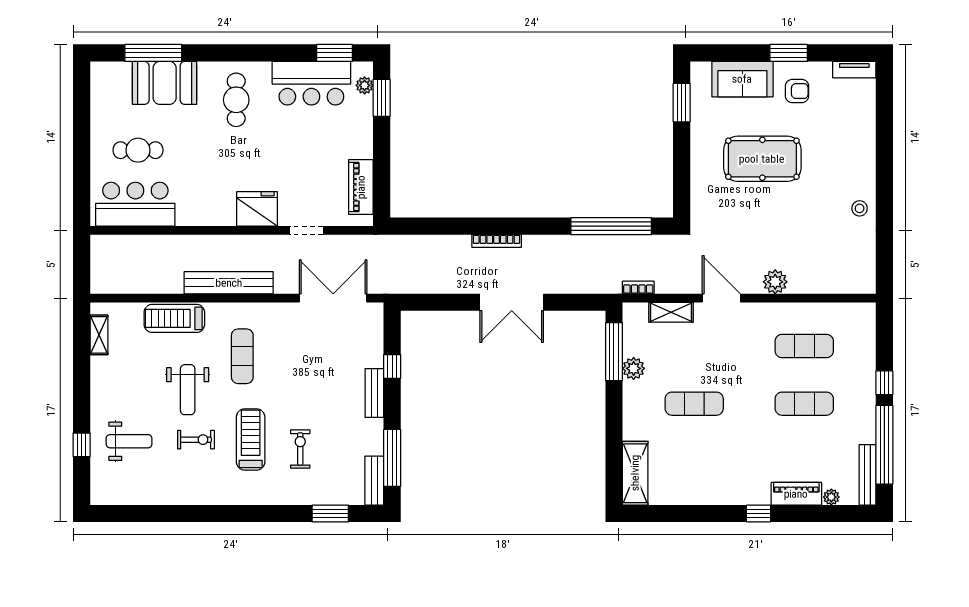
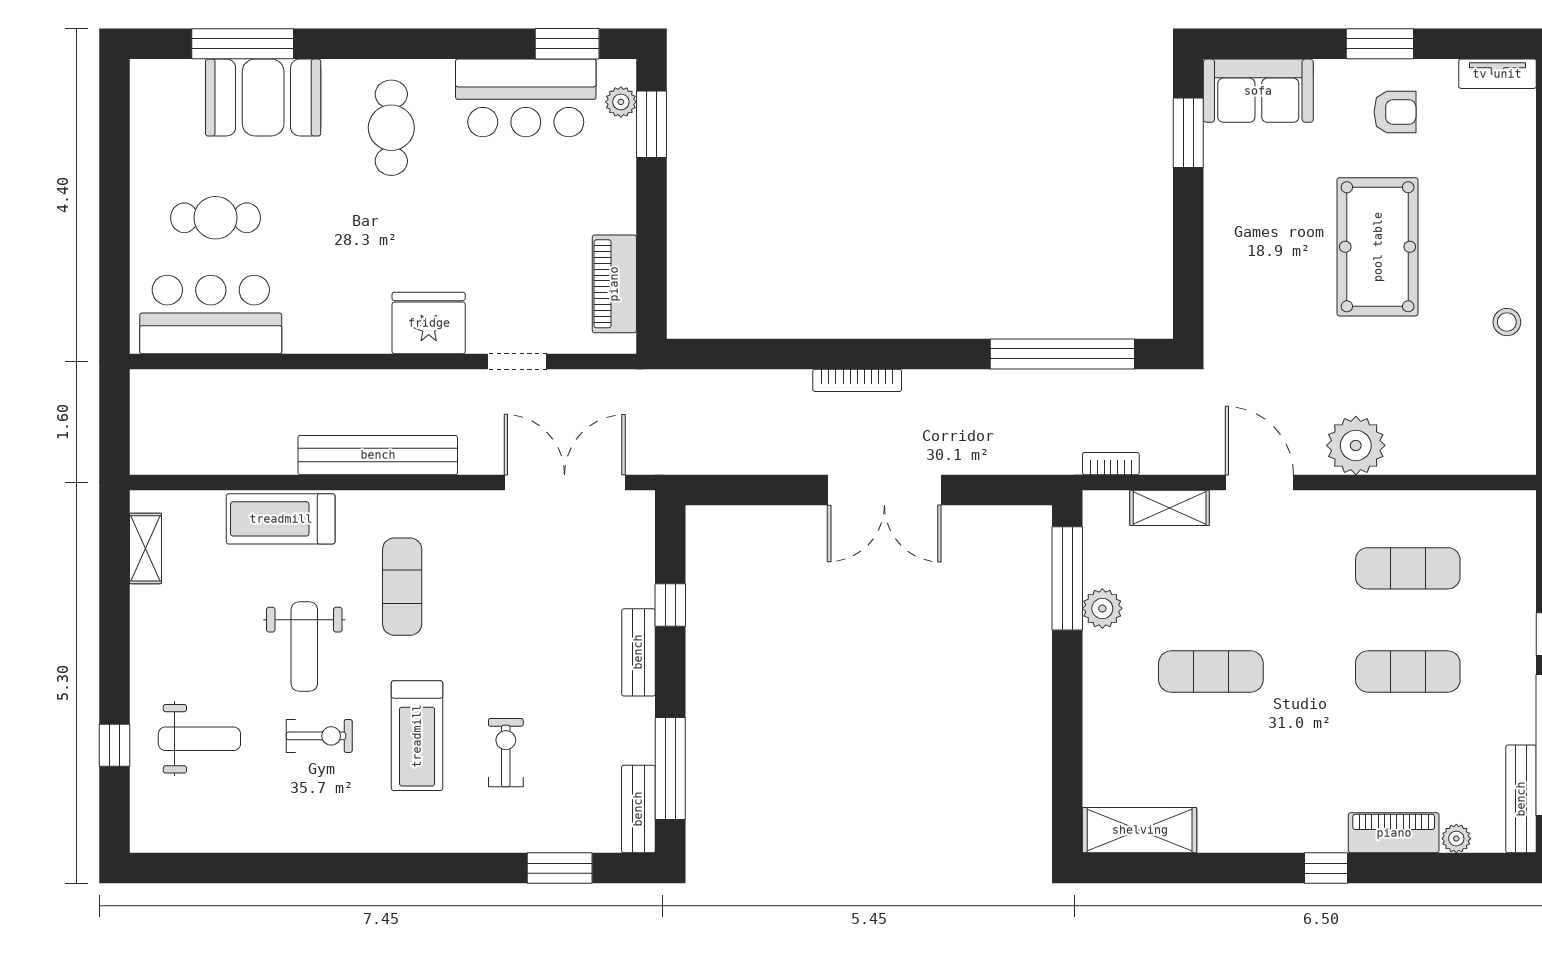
sofa: (742, 79) -> (1258, 91), moved
pool table: (762, 159) -> (1378, 247), moved, turned 90
plant: (775, 282) -> (1356, 445), width x1.36, depth x1.36
treadmill: (251, 439) -> (417, 736), turned 180
shelving: (635, 473) -> (1140, 830), moved, turned 90

